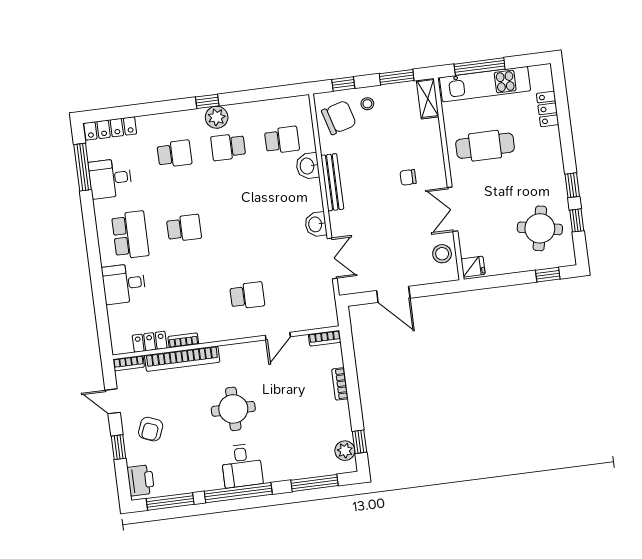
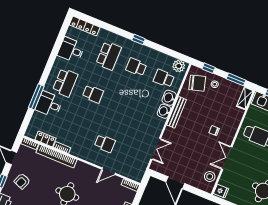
plant: (217, 117) -> (179, 66), moved
school desk: (282, 140) -> (164, 78), turned 180
school desk: (174, 154) -> (109, 56), width x1.85
window: (83, 167) -> (36, 97), moved
washbasin: (316, 224) -> (164, 111), moved

